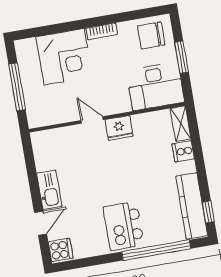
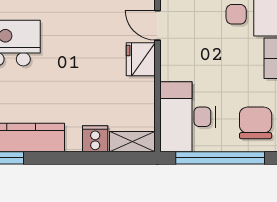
window: (181, 57) -> (220, 158), width x2.11
door: (92, 120) -> (157, 25), swing flipped

